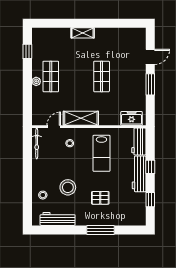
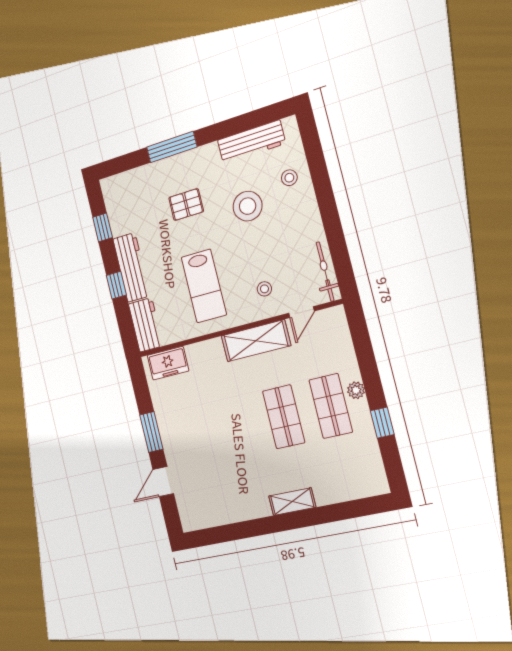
window: (27, 51) -> (382, 423), moved
shop shelf: (102, 76) -> (284, 417), moved
lab bench: (101, 153) -> (204, 286), turned 180

